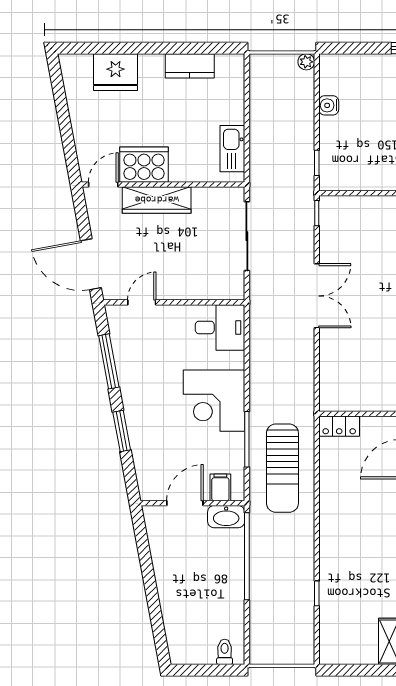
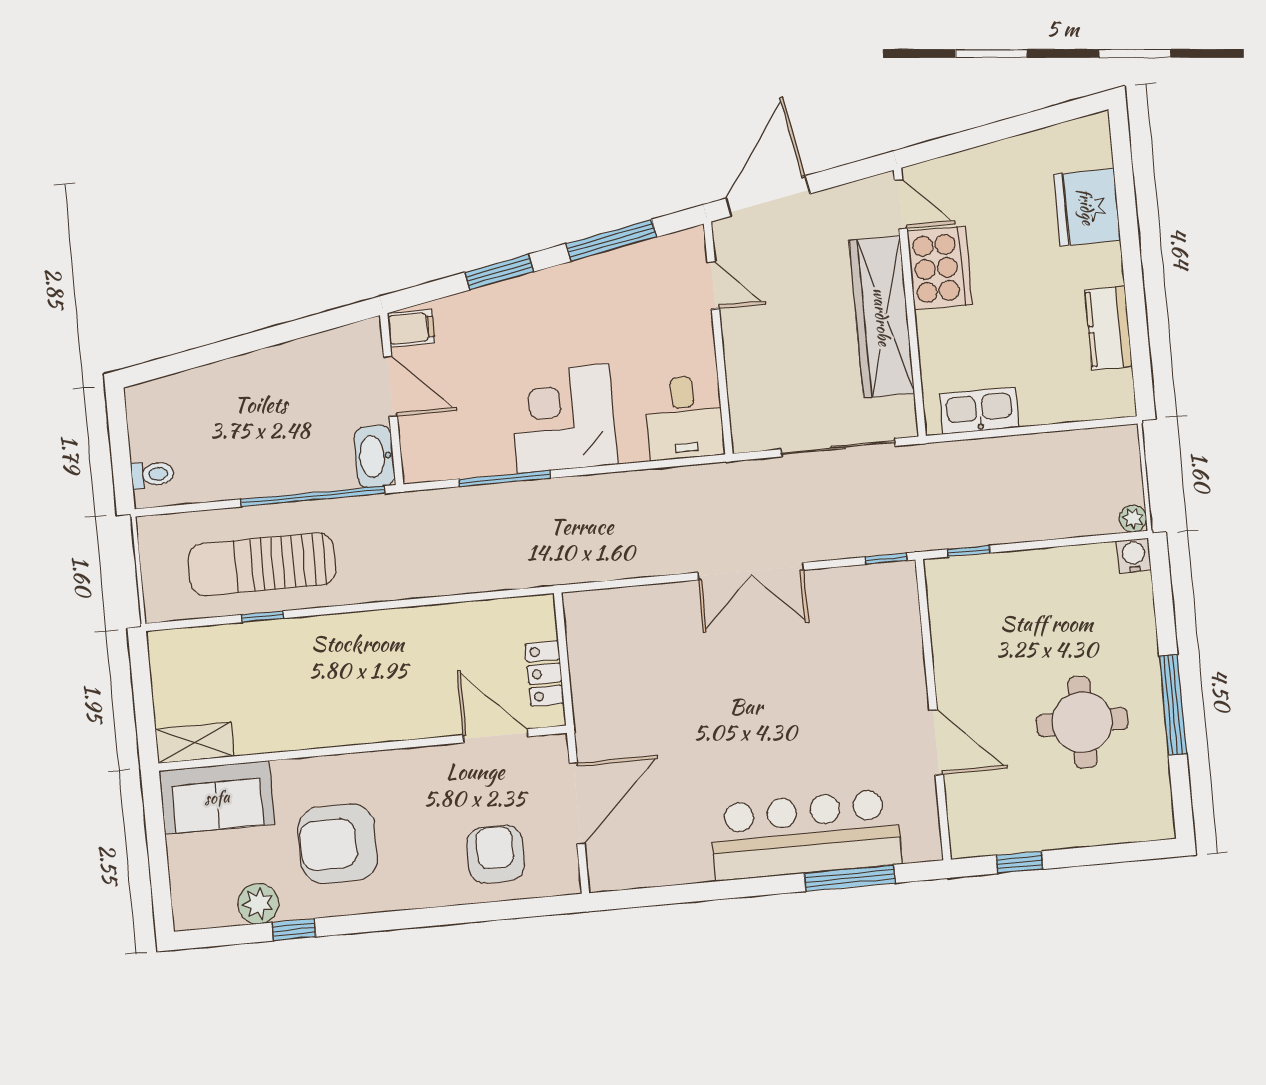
water cooler: (329, 105) -> (1134, 556), moved
wardrobe: (157, 200) -> (882, 317), width x1.40, depth x1.17
locker: (339, 426) -> (545, 674), moved
sun lounger: (282, 468) -> (262, 564), moved
filing cabinet: (220, 487) -> (411, 328), moved

